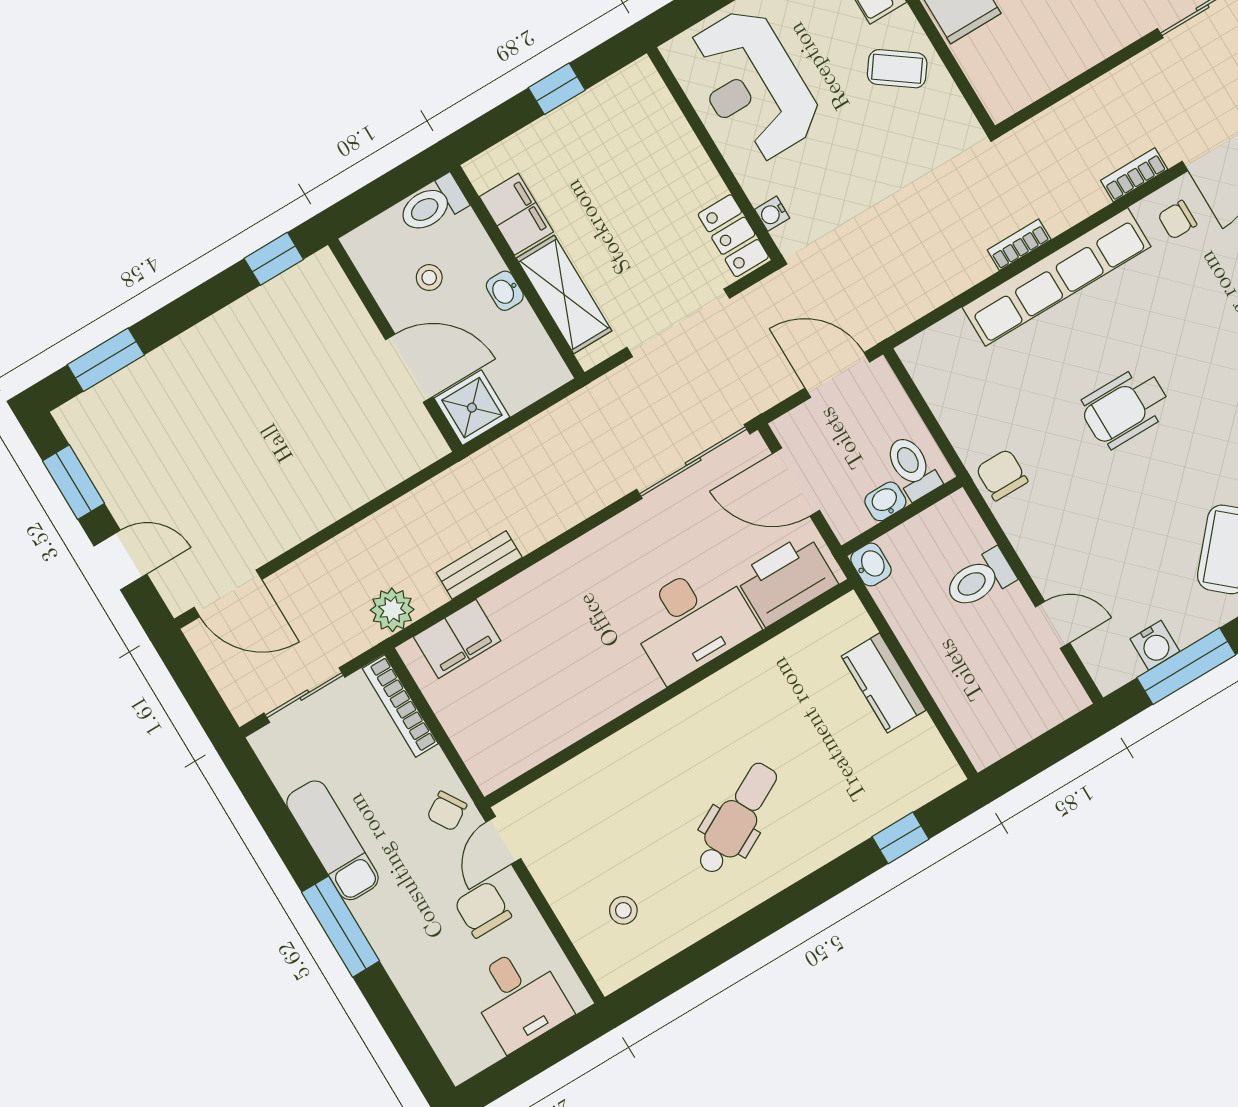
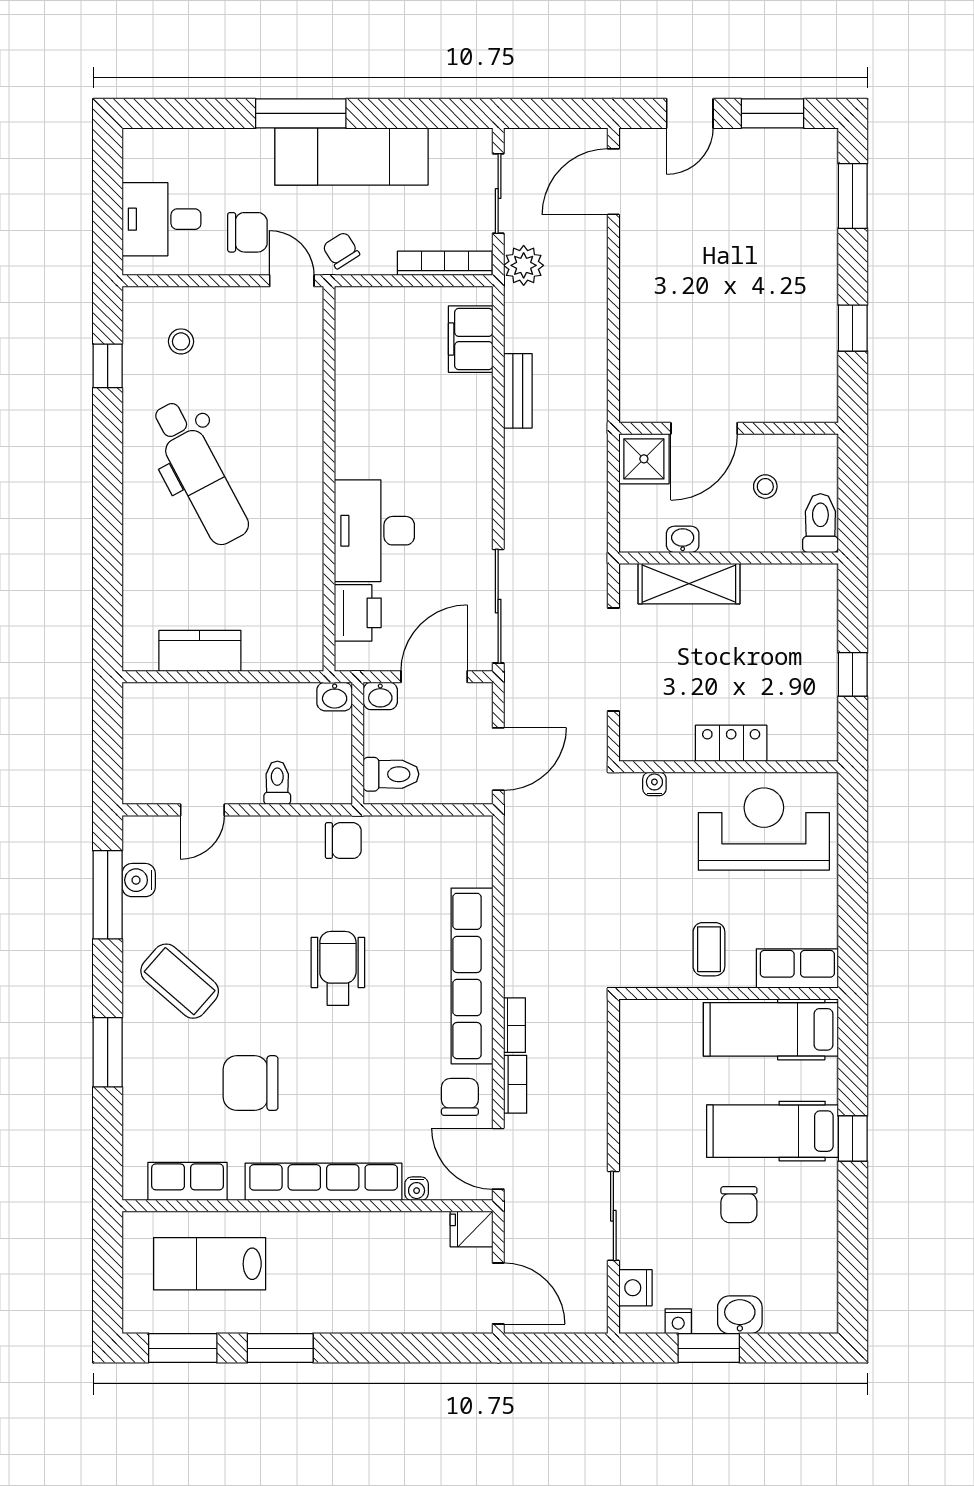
coffee table: (897, 69) -> (709, 949), turned -36
filing cabinet: (516, 214) -> (774, 584), removed
chair: (1177, 220) -> (460, 1097), width x1.37, depth x1.37
locker: (733, 236) -> (731, 743), moved
bookcase: (1019, 245) -> (515, 1025), moved
window: (274, 259) -> (853, 328), moved
washbasin: (505, 291) -> (683, 539), moved
washbasin: (885, 501) -> (380, 696), moved, turned 90
toilet: (980, 579) -> (277, 783), width x0.73, depth x0.72
printer: (786, 580) -> (358, 613), width x0.73, depth x0.84
plant: (392, 610) -> (524, 265), moved
kitchen counter: (884, 683) -> (200, 651), moved
dental chair: (737, 819) -> (199, 473), width x1.36, depth x1.38
window: (900, 838) -> (108, 366), moved
exam couch: (332, 840) -> (351, 156), width x1.36, depth x1.45

